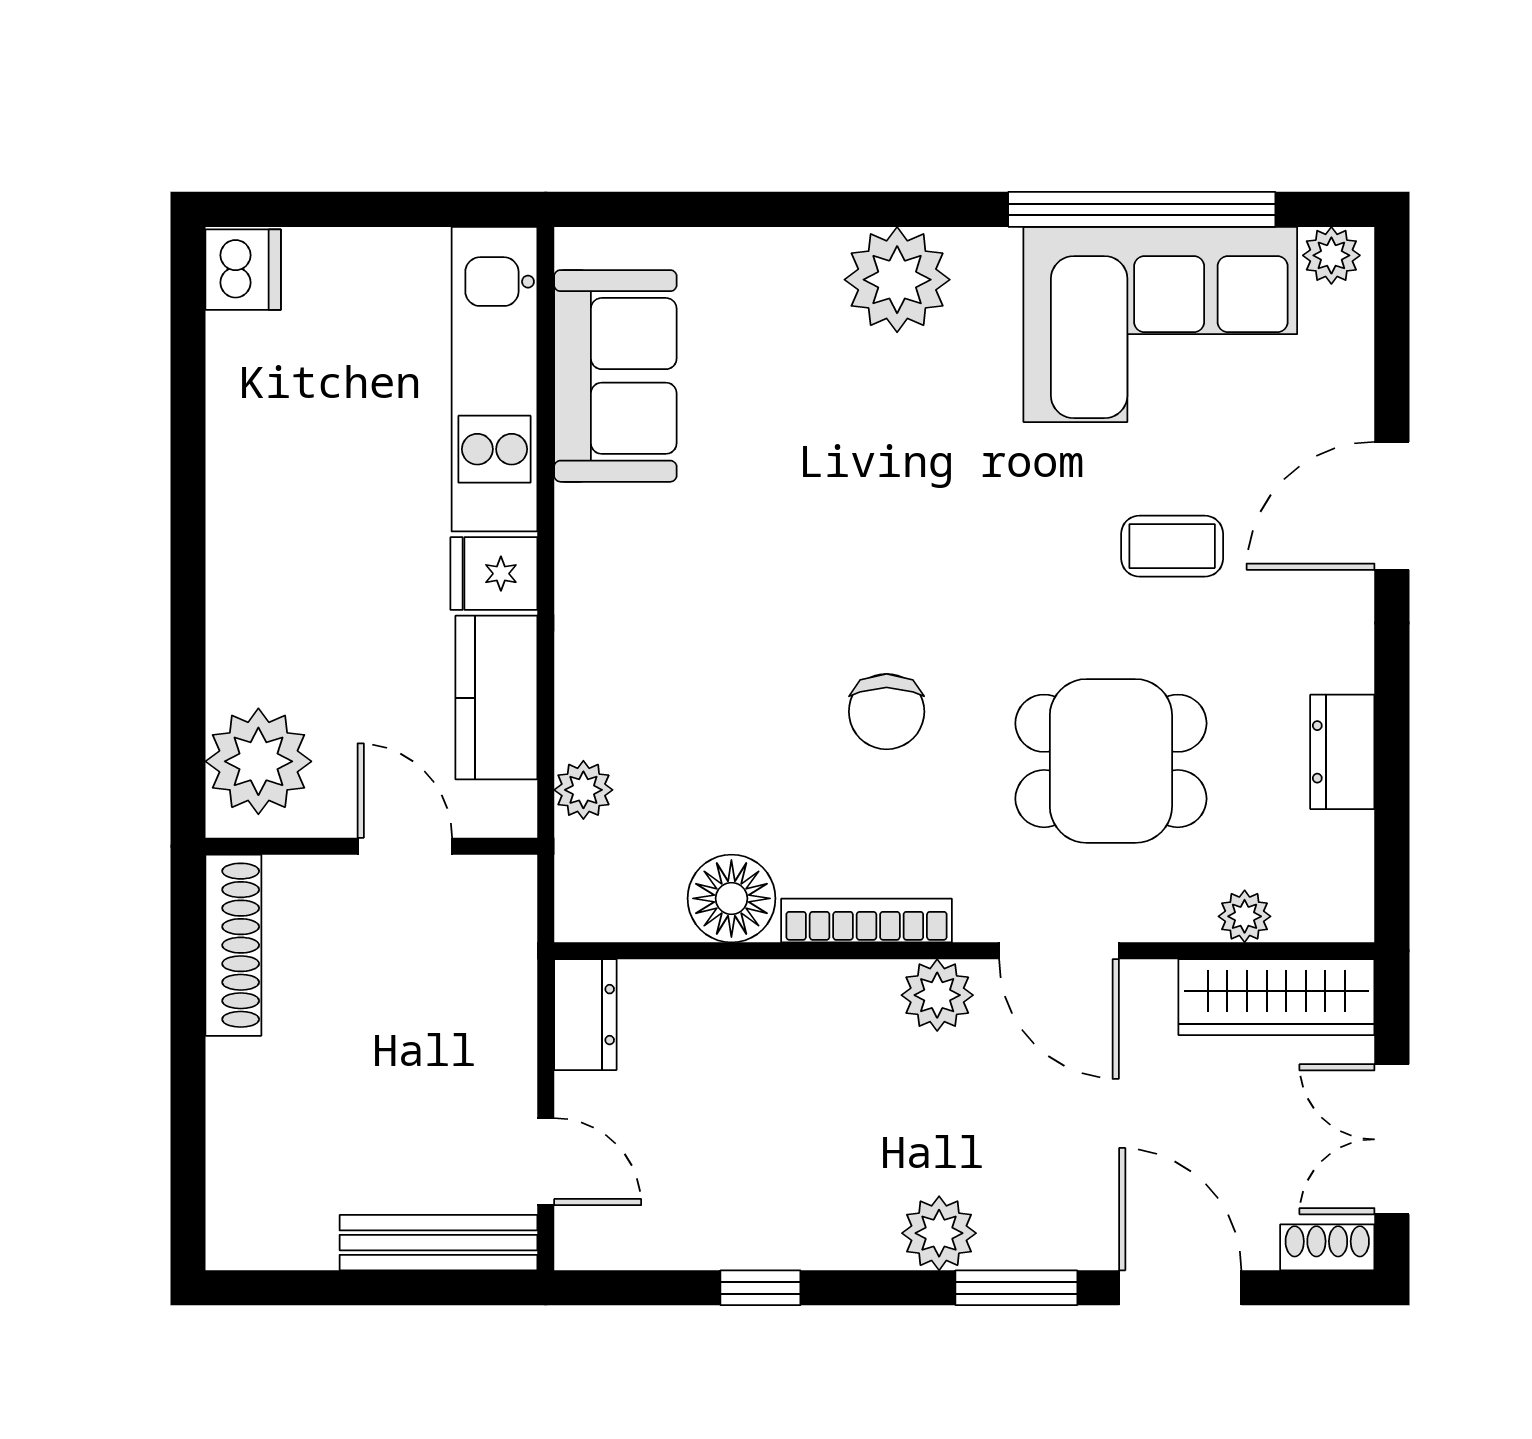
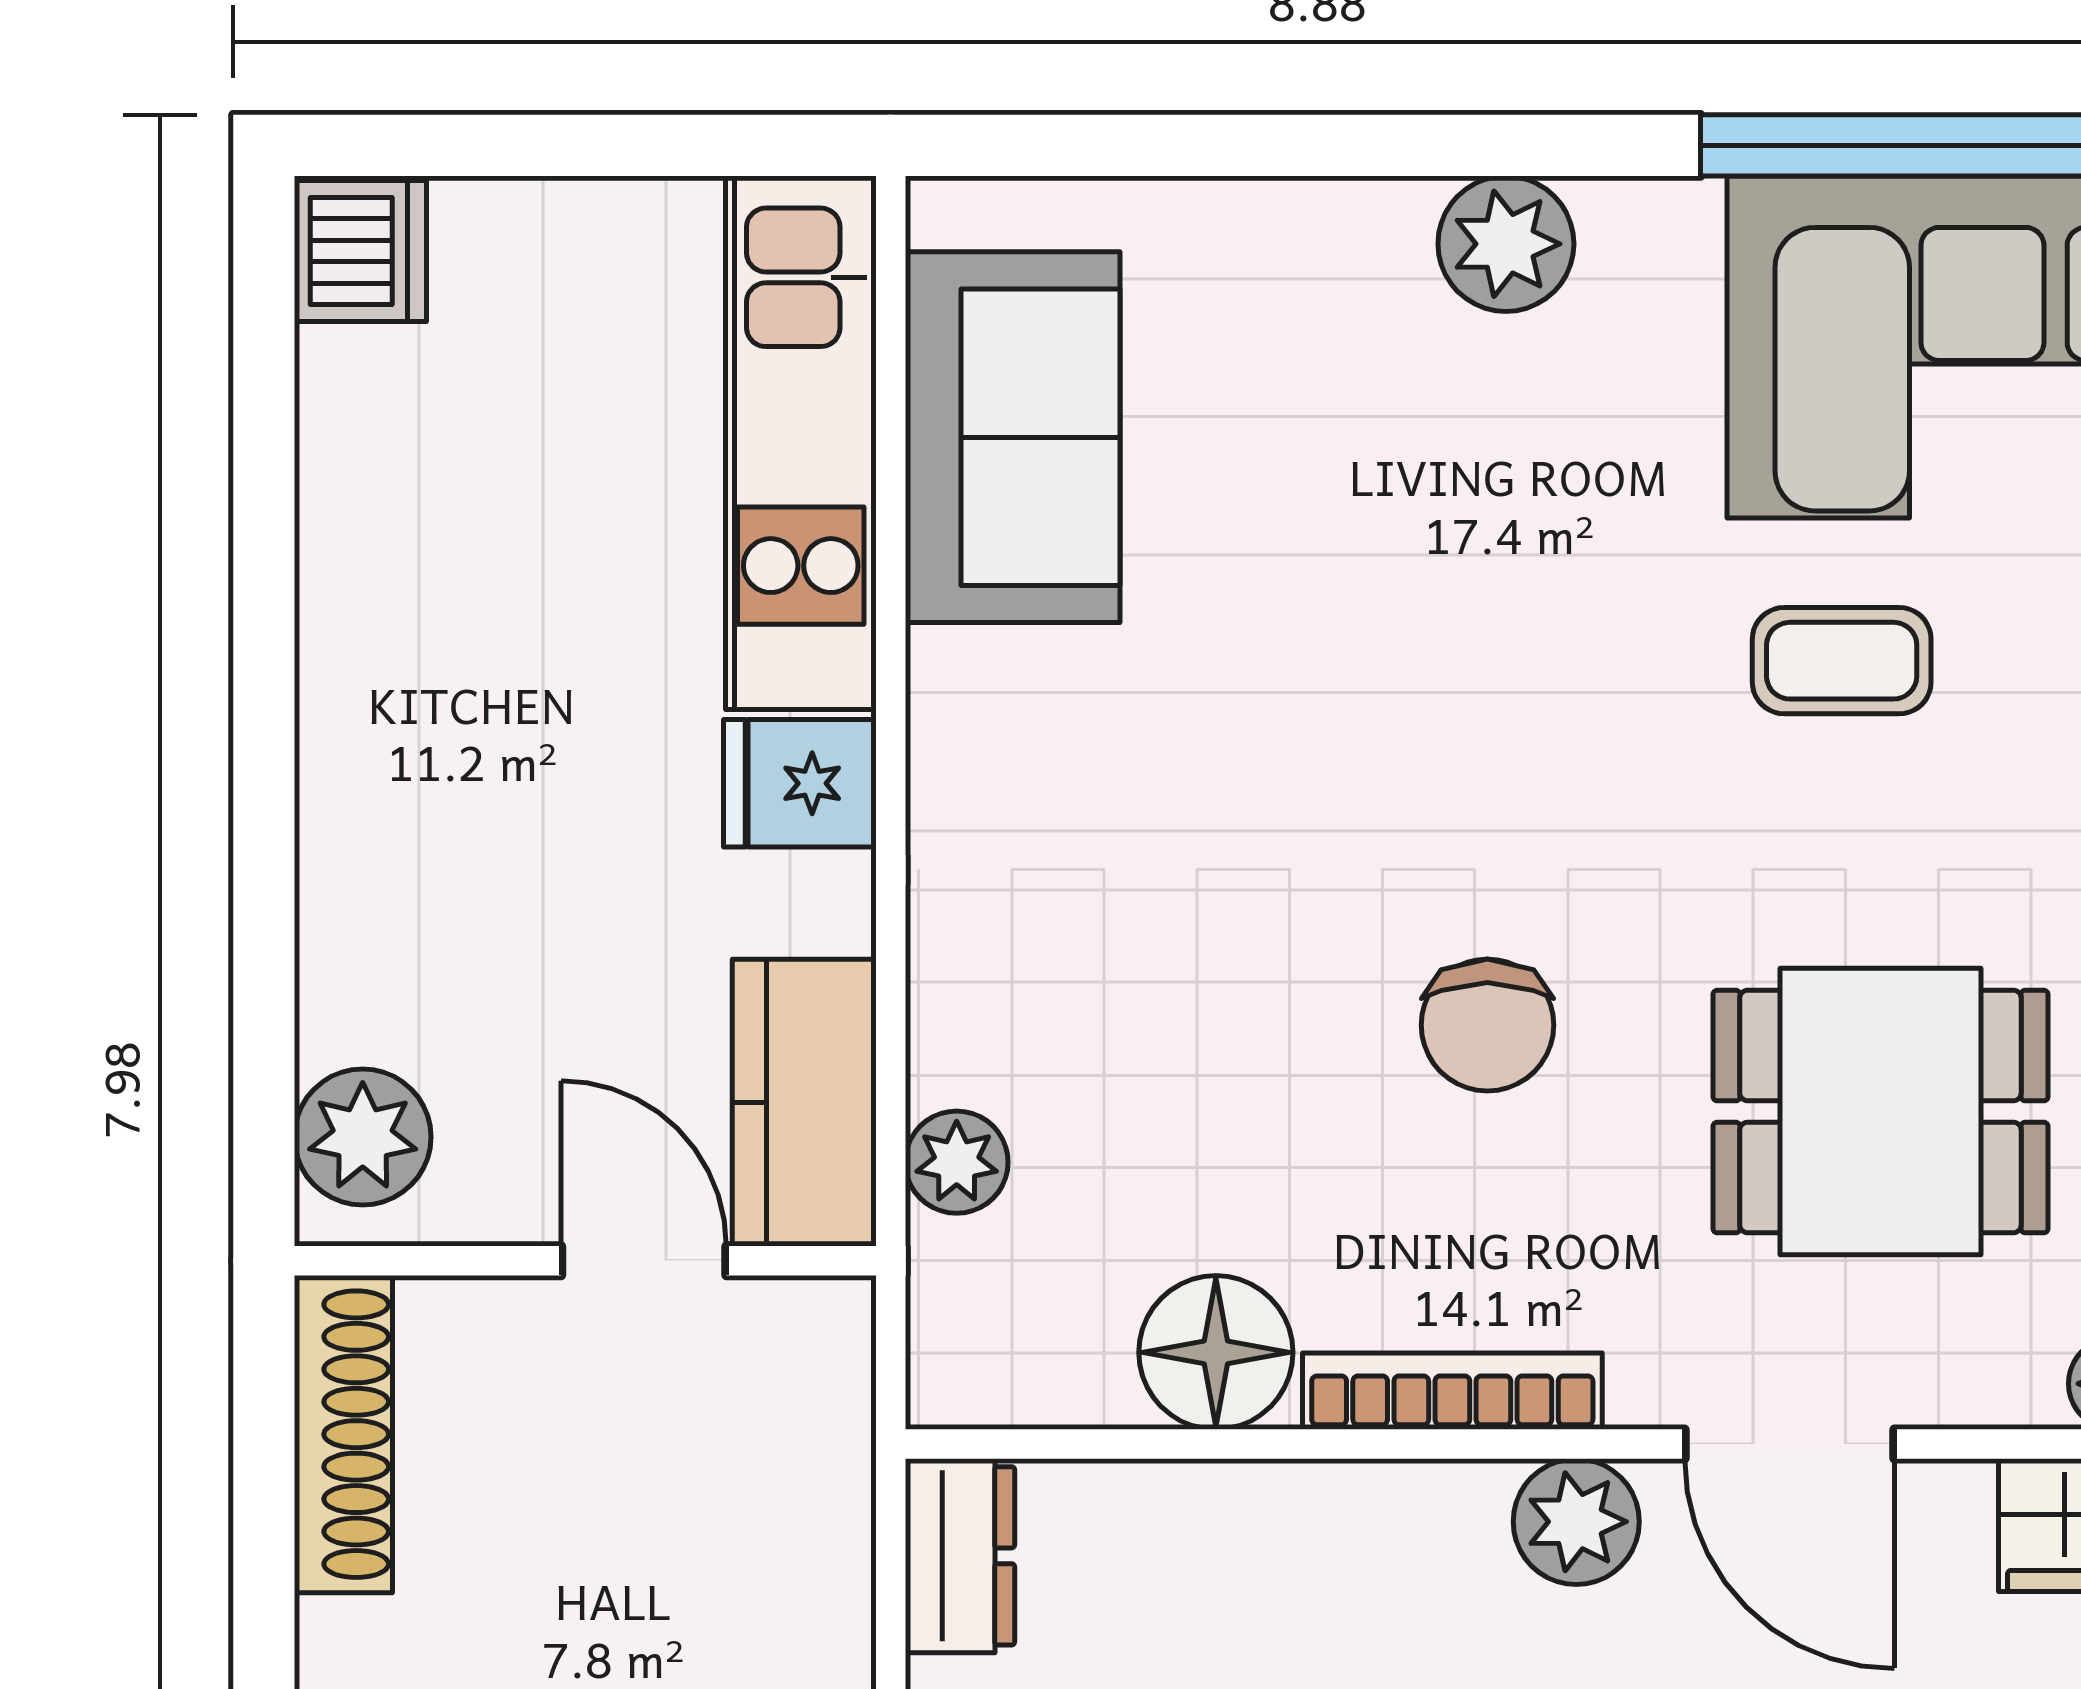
plant: (897, 280) -> (1506, 244), width x0.73, depth x0.73
coffee table: (1172, 546) -> (1842, 661), moved
kitchen counter: (496, 698) -> (804, 1103), moved
plant: (258, 761) -> (363, 1137), width x0.73, depth x0.73

